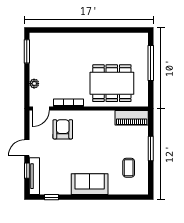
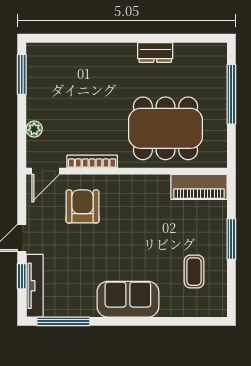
dresser: (106, 38) -> (155, 52), added
window: (51, 197) -> (63, 321), width x2.17

